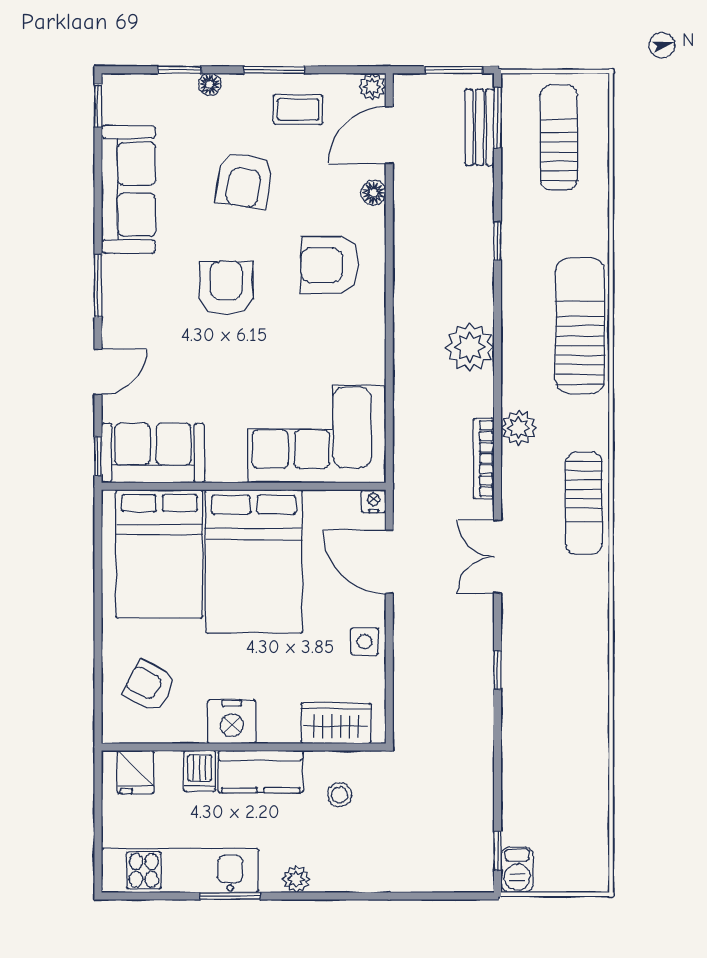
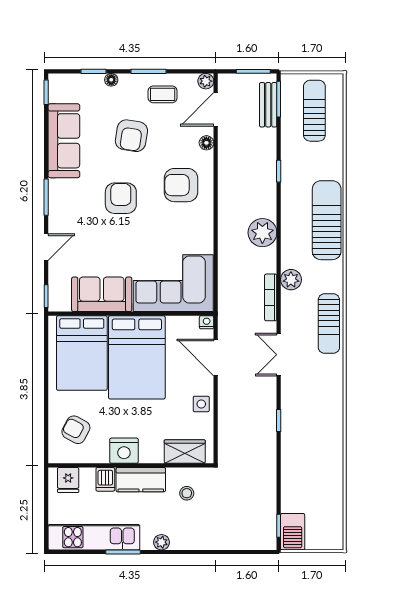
sofa: (153, 453) -> (102, 294), moved
barbecue: (517, 870) -> (293, 532), width x1.38, depth x1.27

